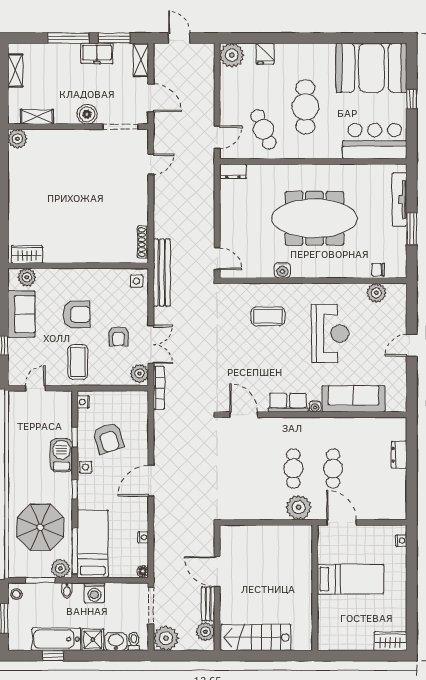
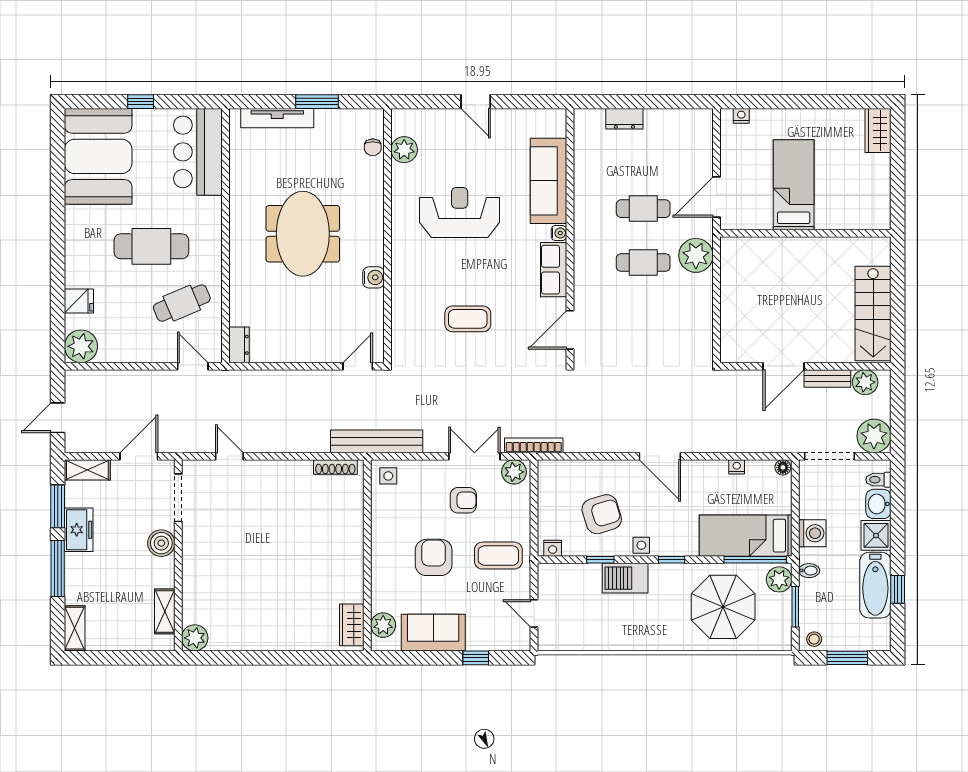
shelving: (15, 70) -> (75, 628), moved, turned 90
meeting table: (315, 218) -> (303, 234), width x0.73
coffee table: (268, 316) -> (468, 319), moved, turned 90

